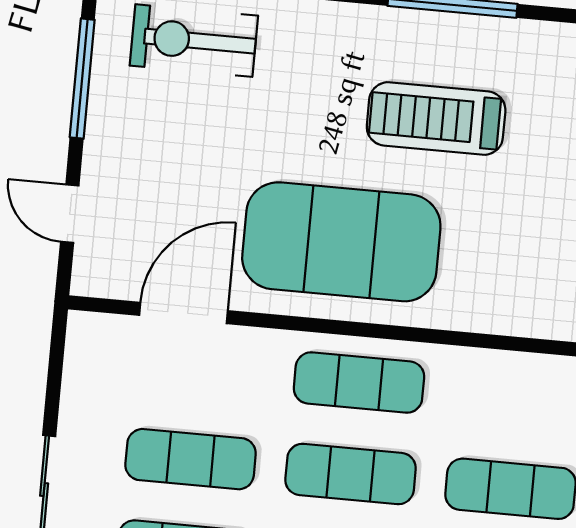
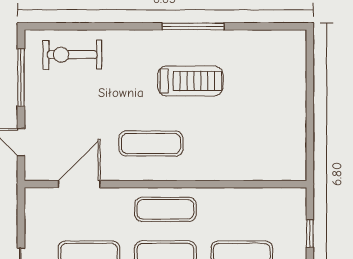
treadmill: (436, 119) -> (190, 81), turned 180
exercise mat: (341, 242) -> (151, 143), width x0.50, depth x0.69

